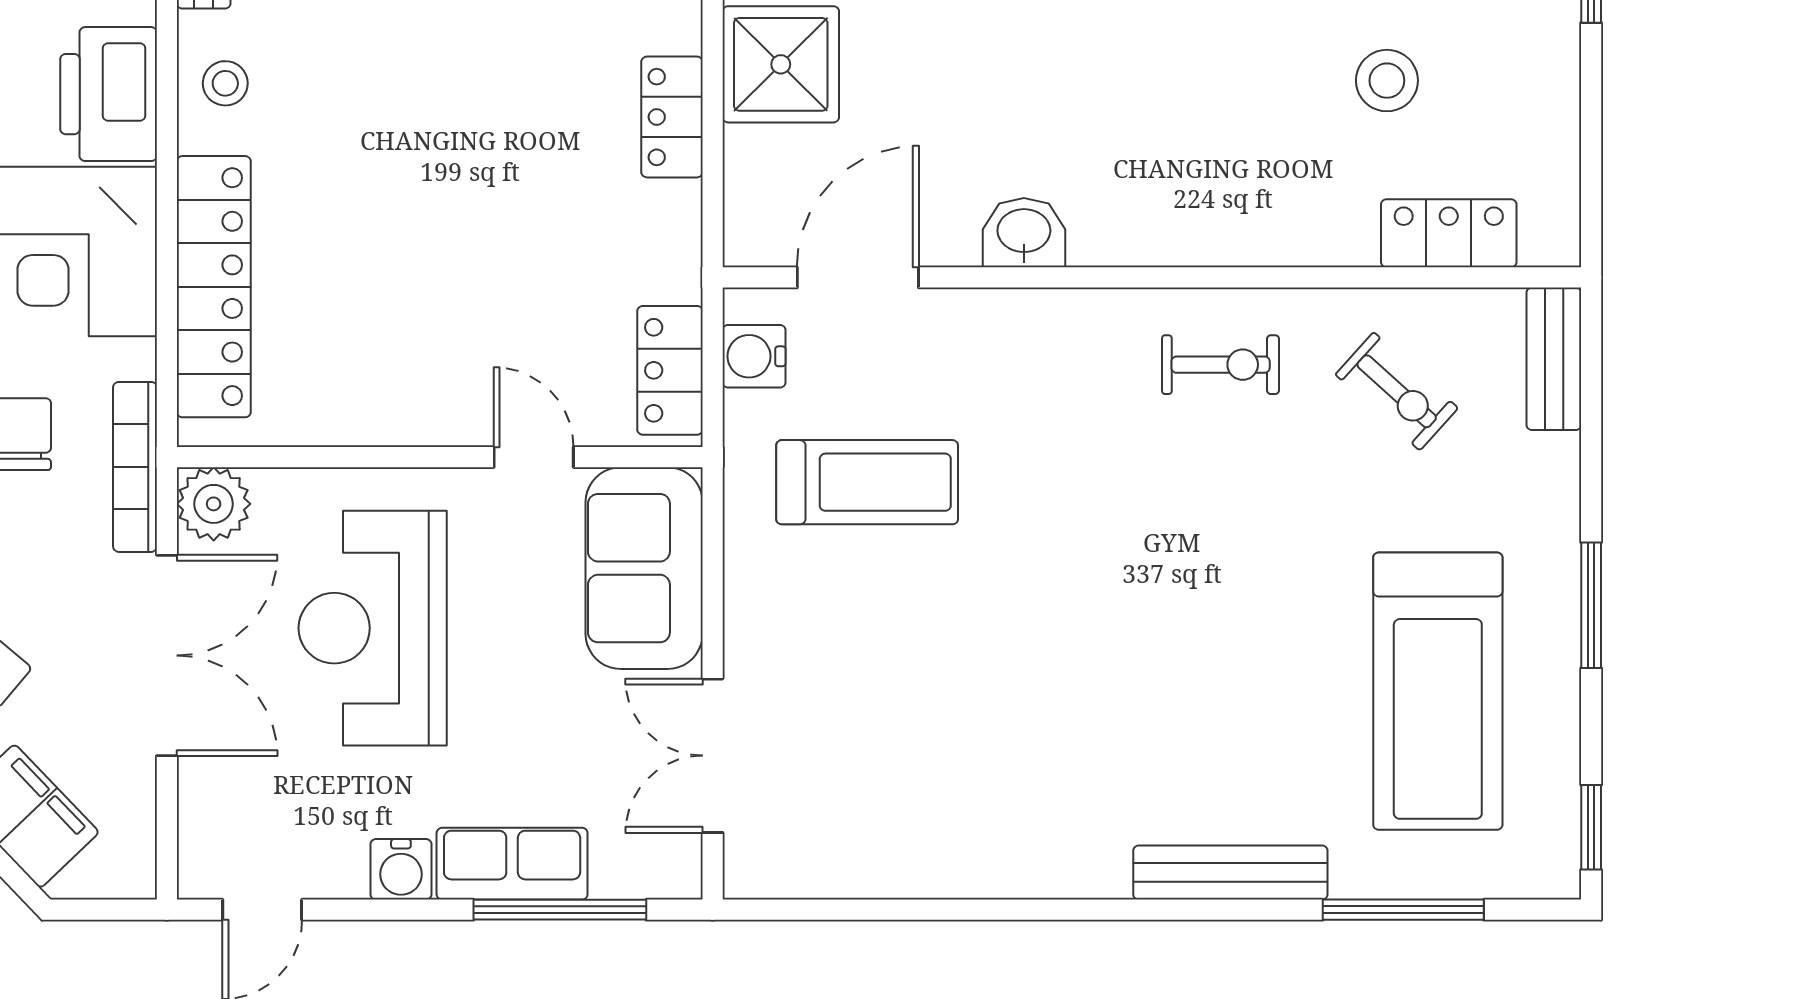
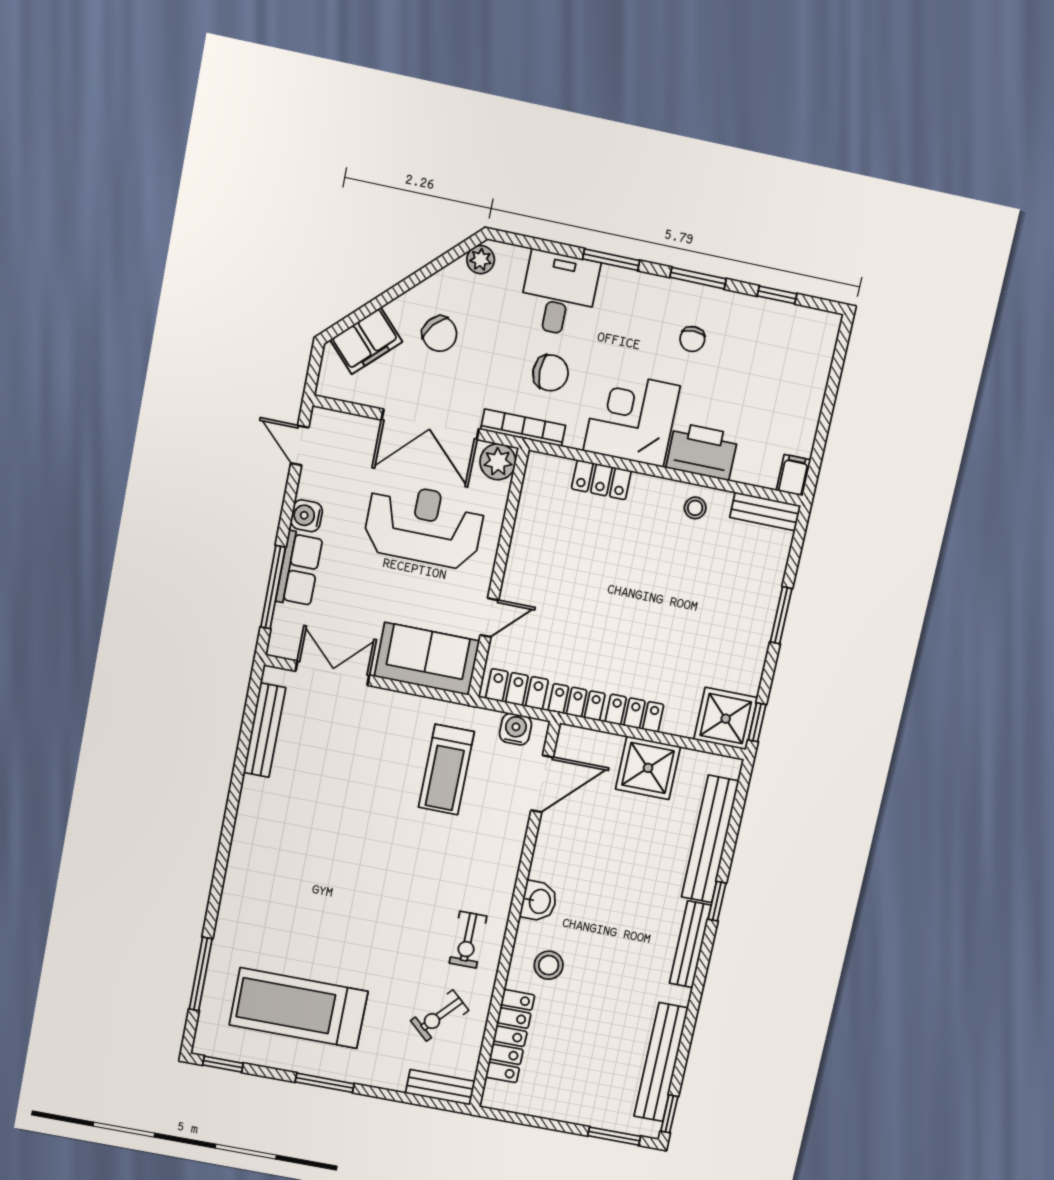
stool: (1387, 81) -> (549, 965), moved
washbasin: (1024, 233) -> (539, 901), moved
locker: (1449, 233) -> (510, 1036), width x1.53
locker: (673, 242) -> (577, 702), added
door: (858, 277) -> (542, 784), hinge flipped
locker: (214, 287) -> (601, 480), width x0.46, depth x0.83
bench: (1230, 873) -> (264, 730), moved

